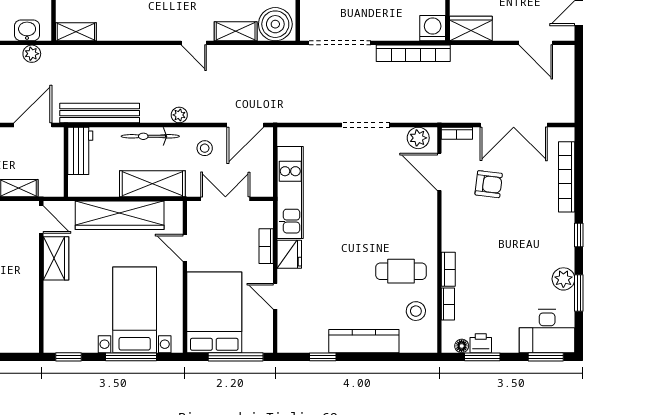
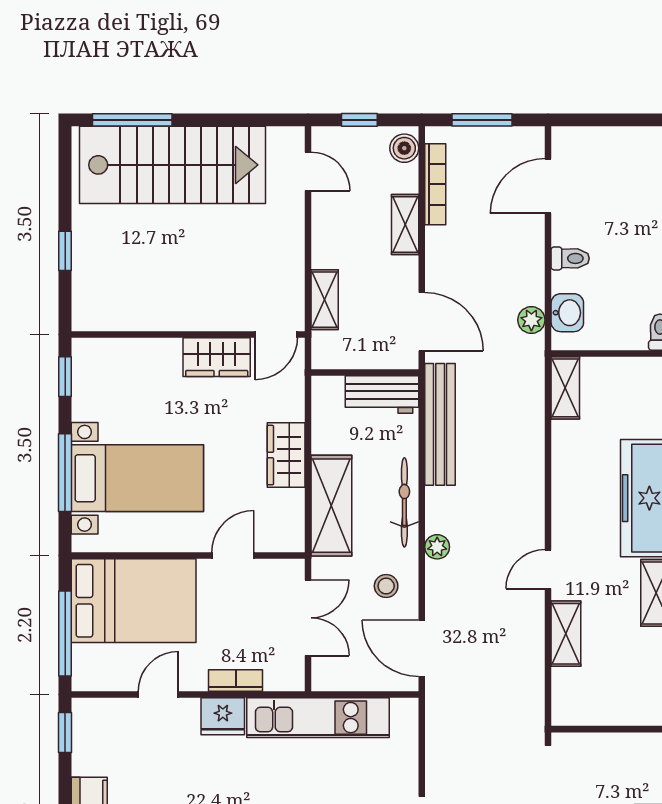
boiler: (275, 24) -> (577, 695), removed
wardrobe: (120, 215) -> (286, 455), width x0.48, depth x0.85
window: (323, 357) -> (65, 732), moved

